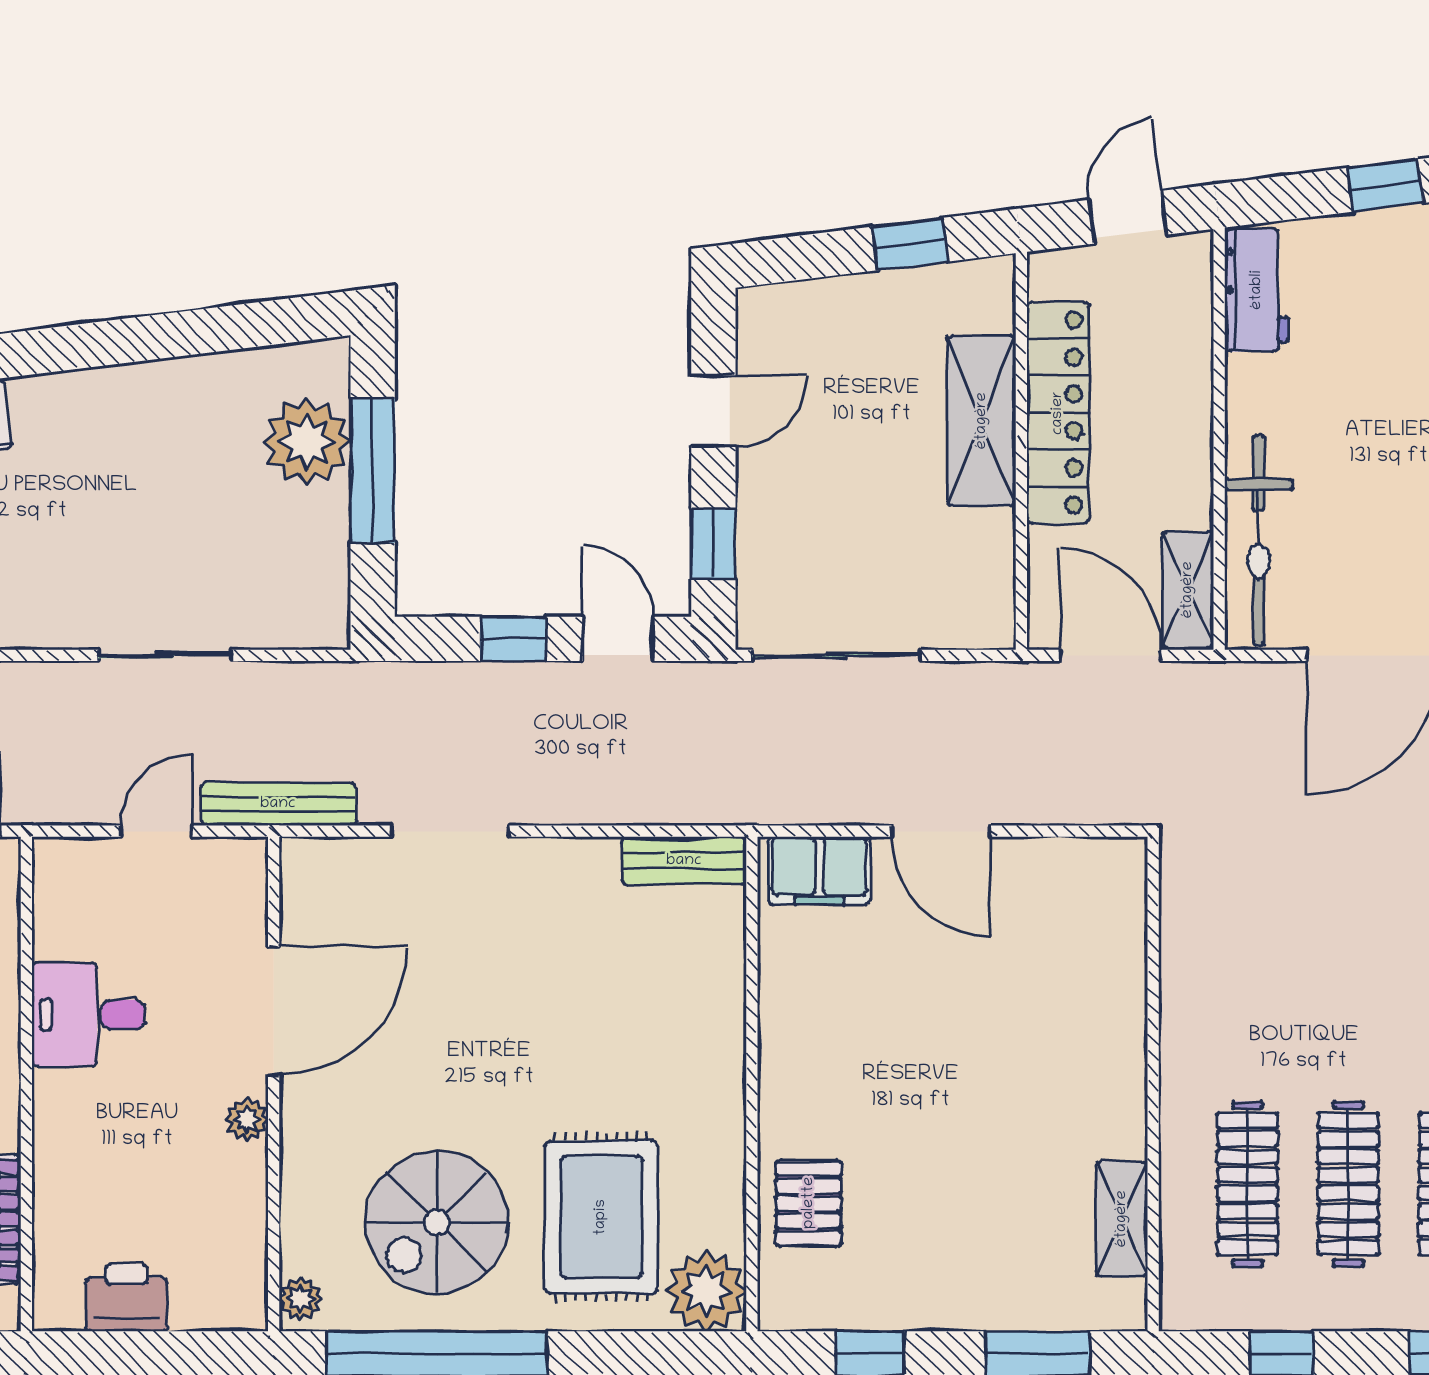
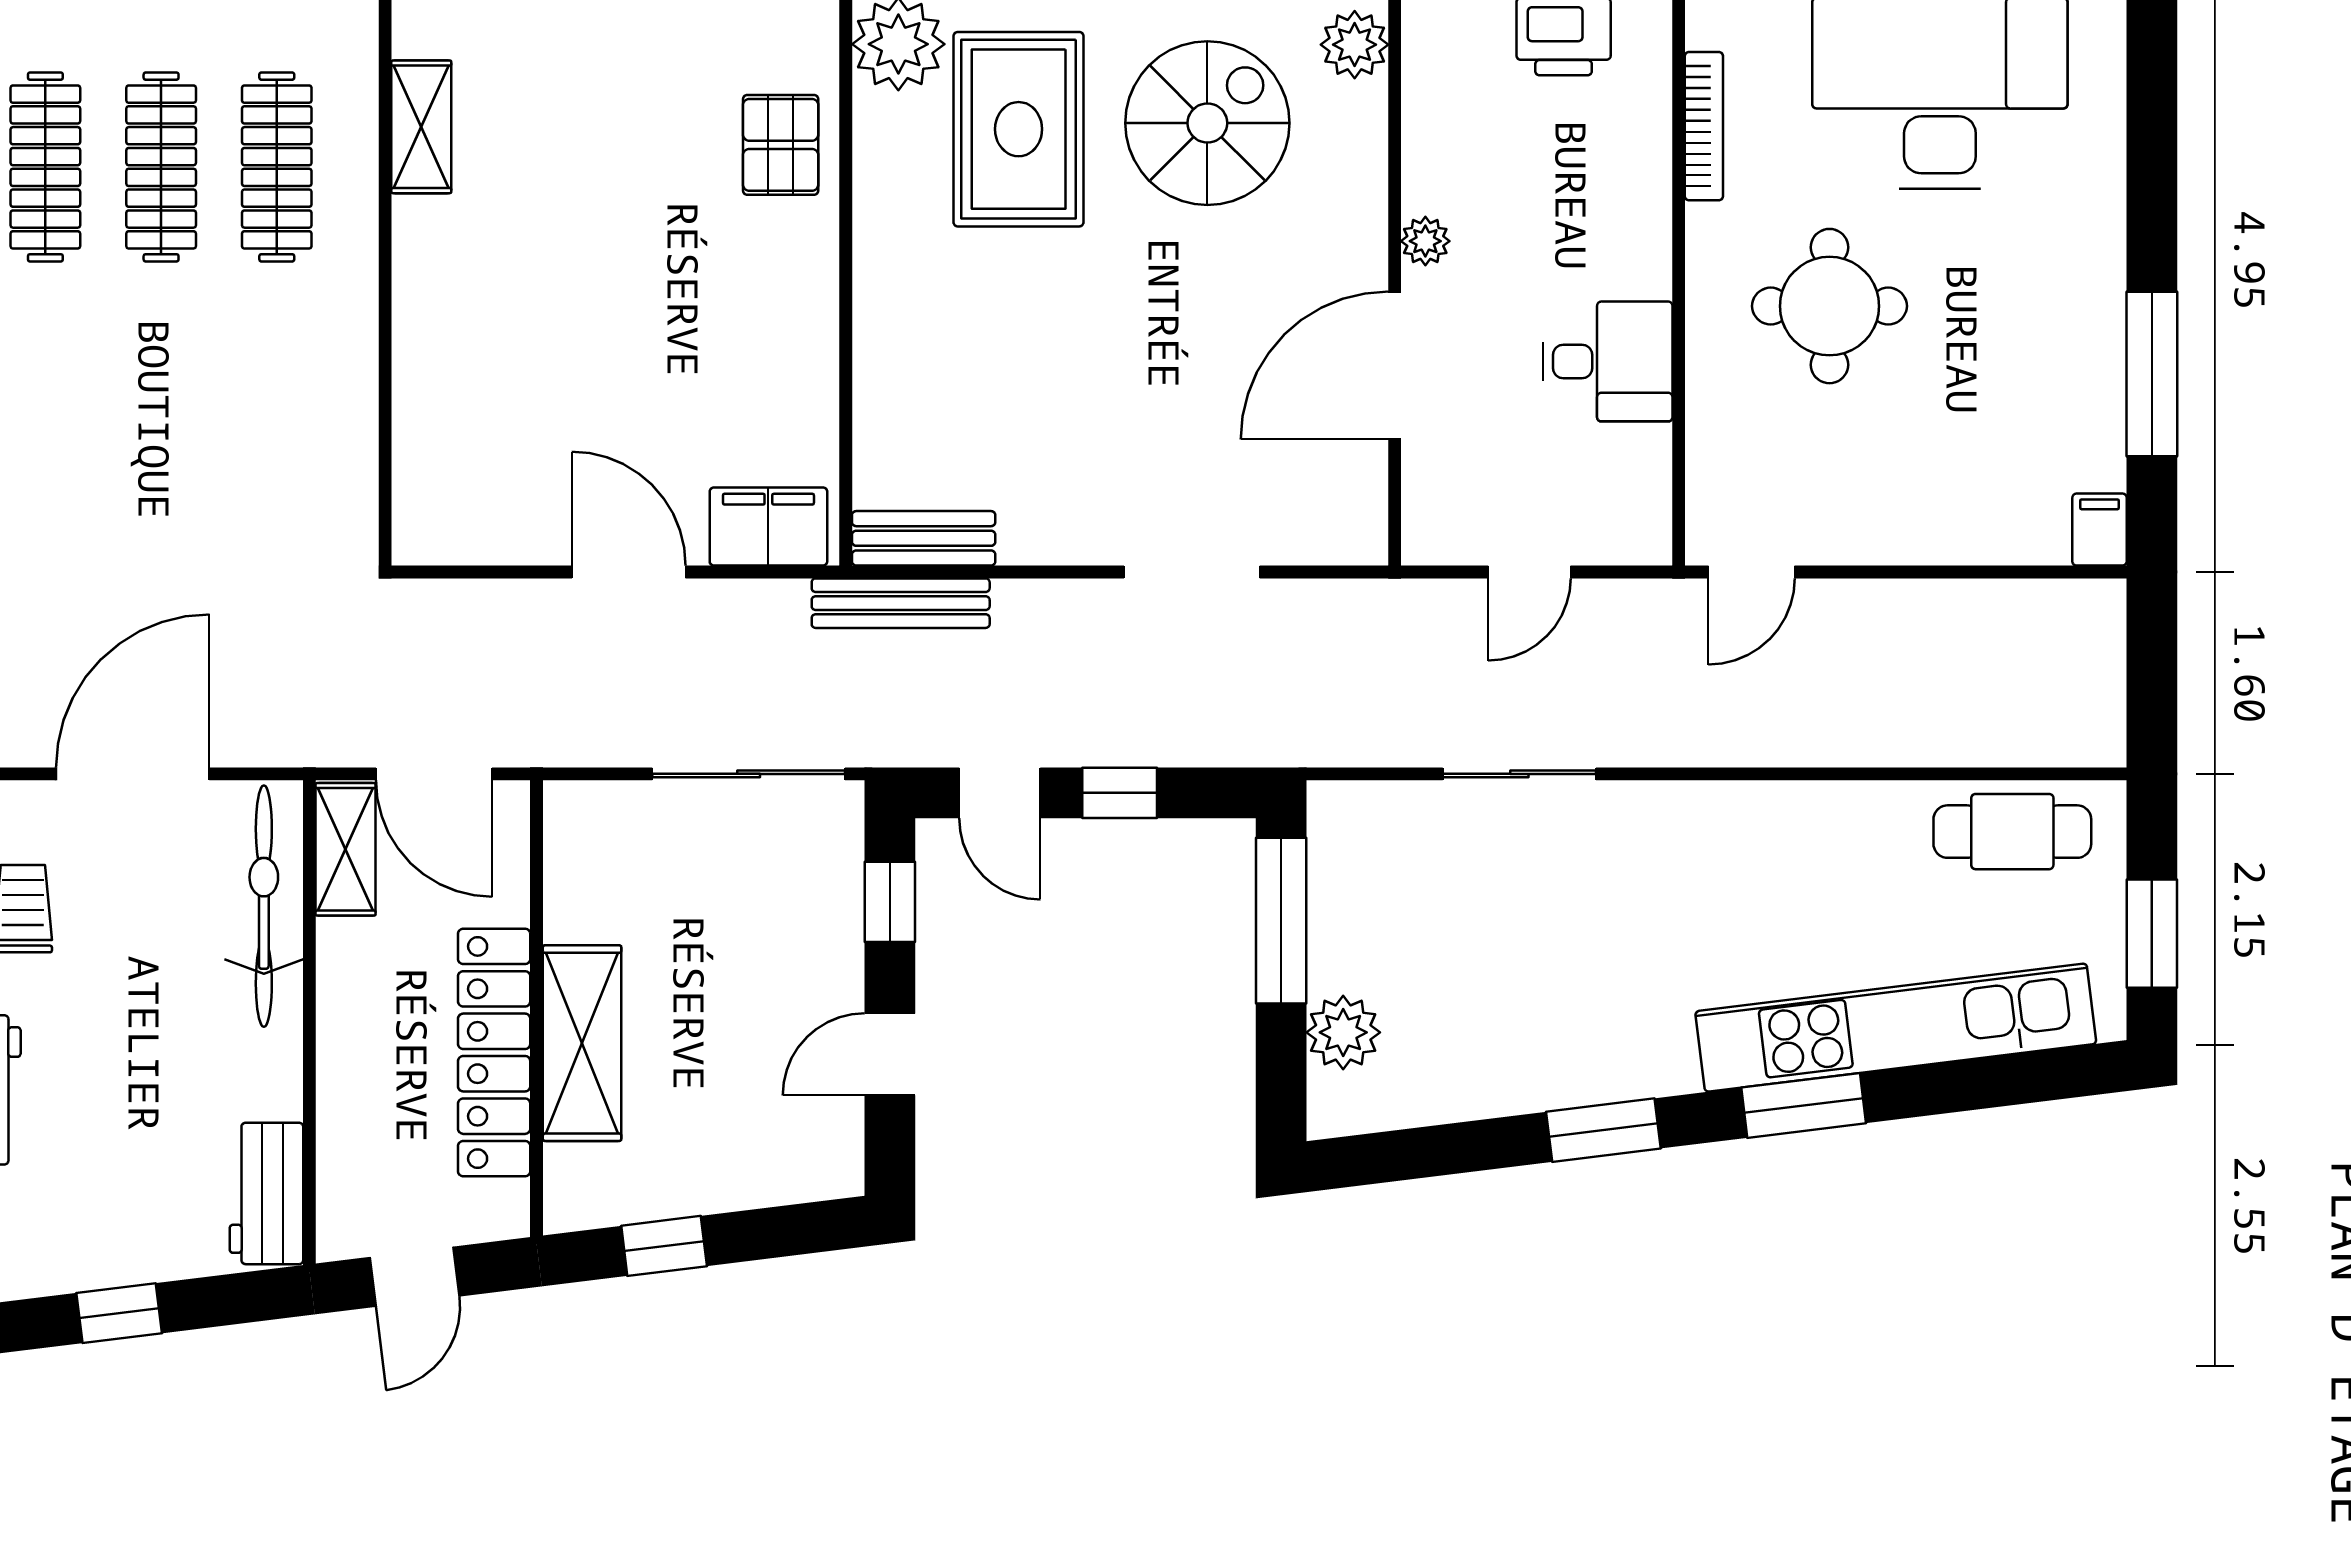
window: (92, 345) -> (1603, 1130), added
plant: (307, 442) -> (1343, 1032), width x0.73, depth x0.73
window: (373, 471) -> (1281, 921), moved
bench: (278, 804) -> (901, 603), moved
plant: (301, 1299) -> (1355, 45), width x1.38, depth x1.38

